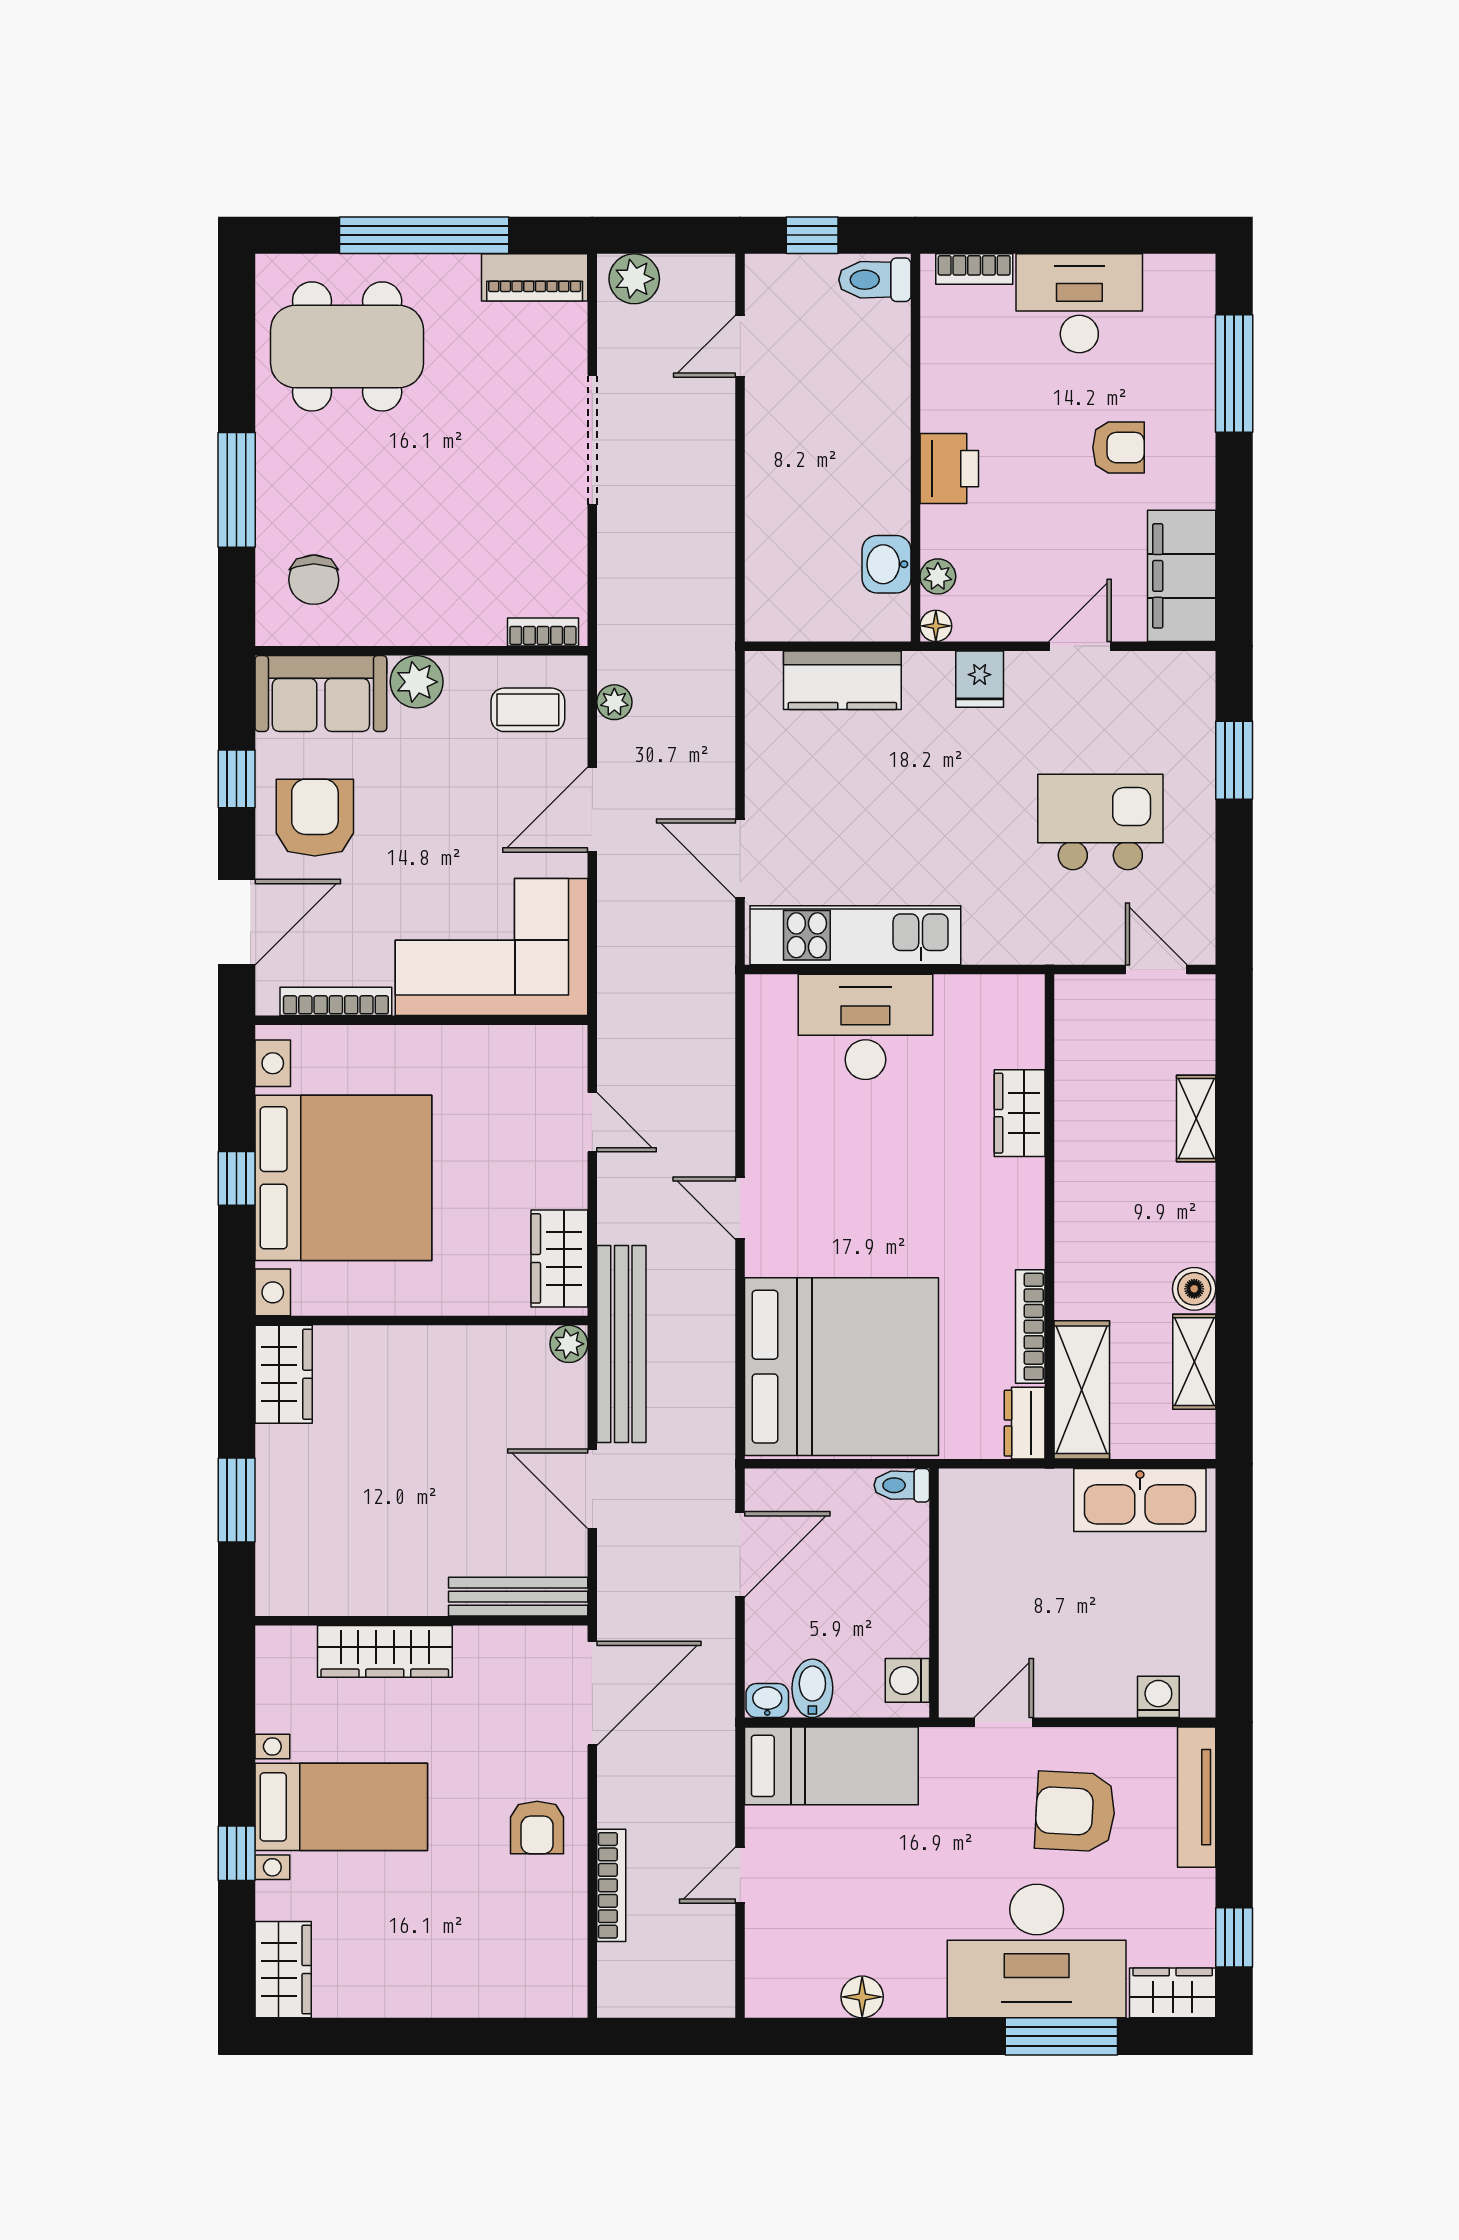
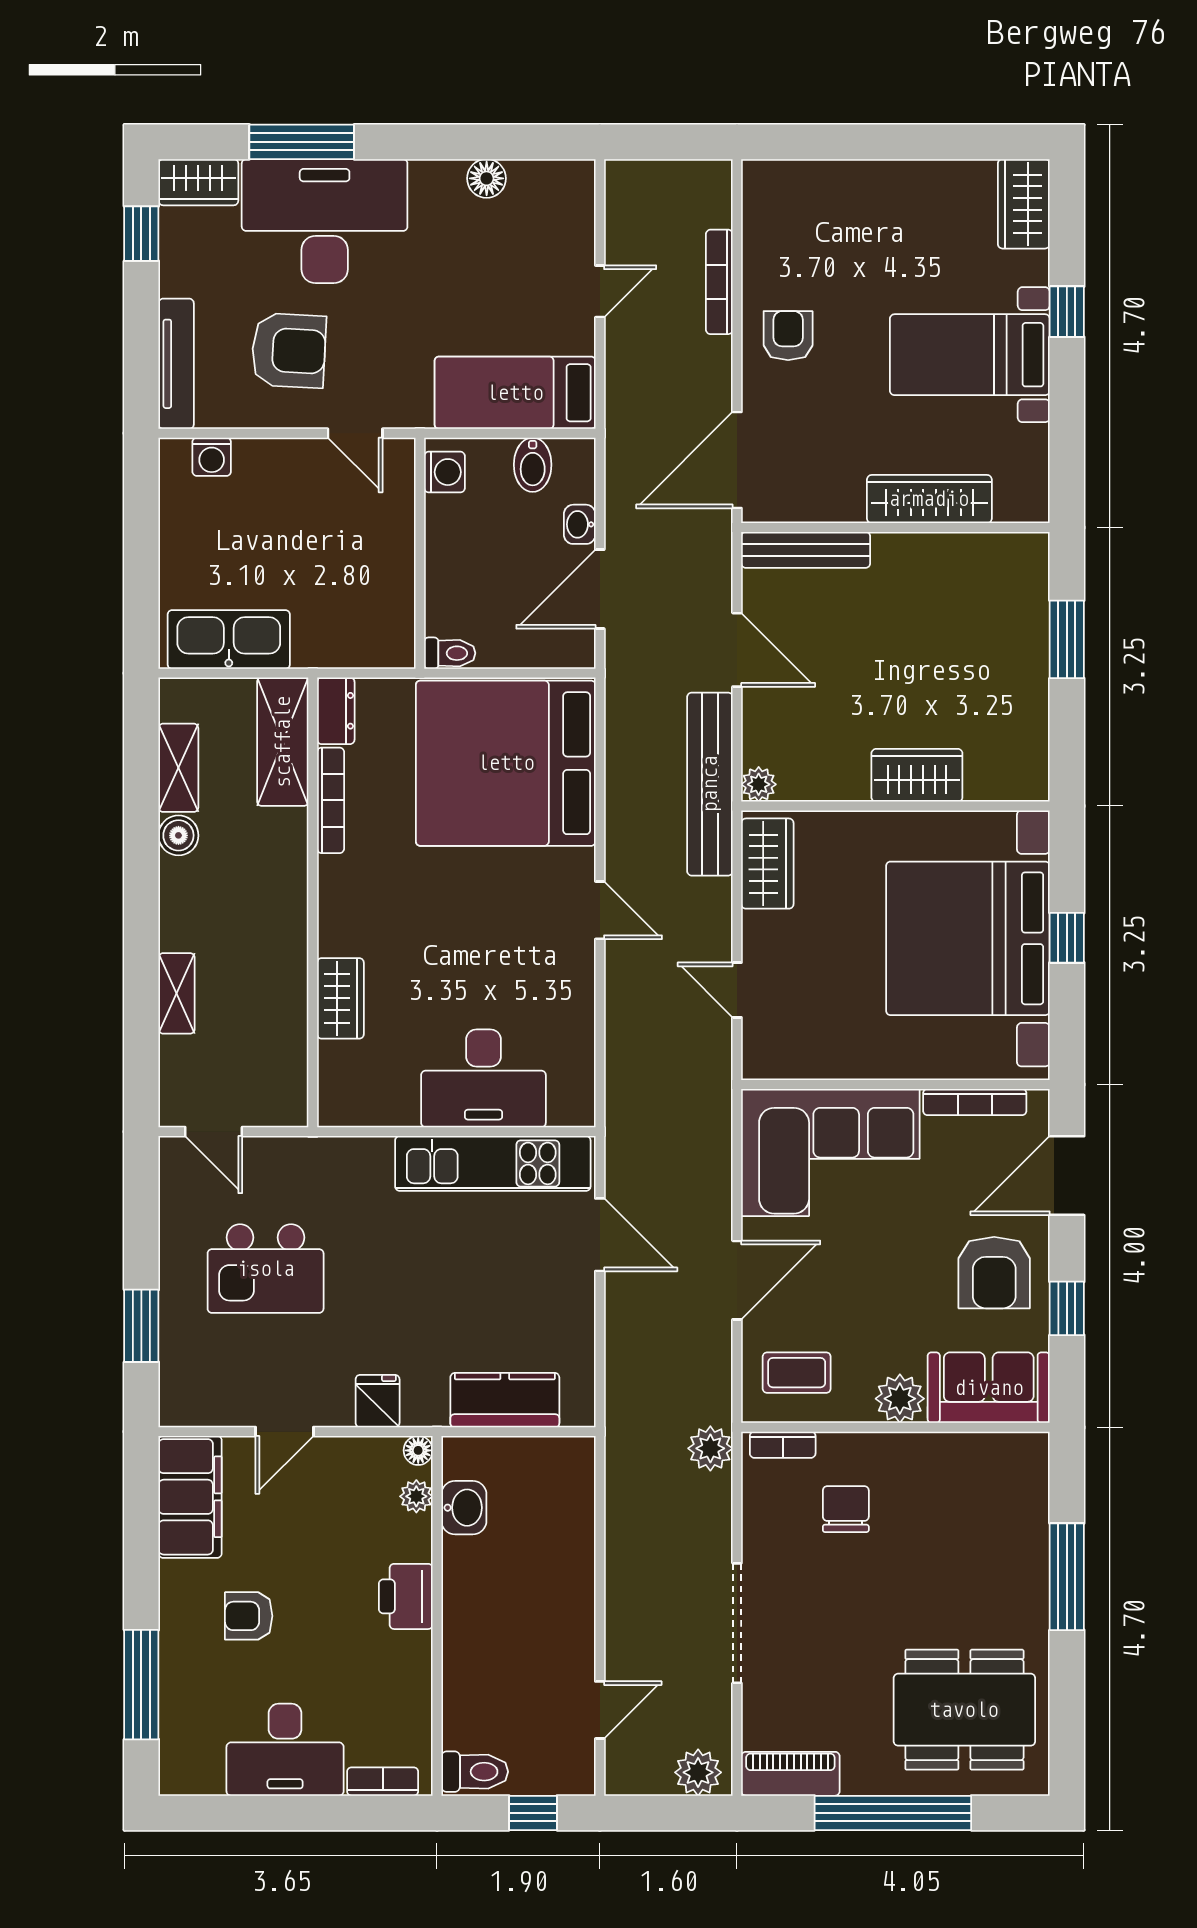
chair: (314, 580) -> (846, 1509), moved
plant: (614, 702) -> (710, 1448), moved, width x1.38, depth x1.38
wardrobe: (284, 1374) -> (917, 775), moved, turned 90
washbasin: (767, 1701) -> (580, 524), moved, turned 90
door: (1004, 1722) -> (355, 433), hinge flipped

